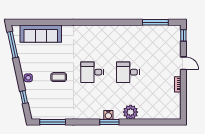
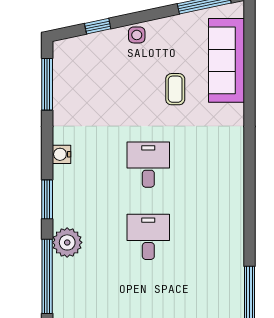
coffee table: (59, 77) -> (175, 89), moved
water cooler: (108, 115) -> (61, 154), moved
window: (147, 122) -> (47, 276), added

